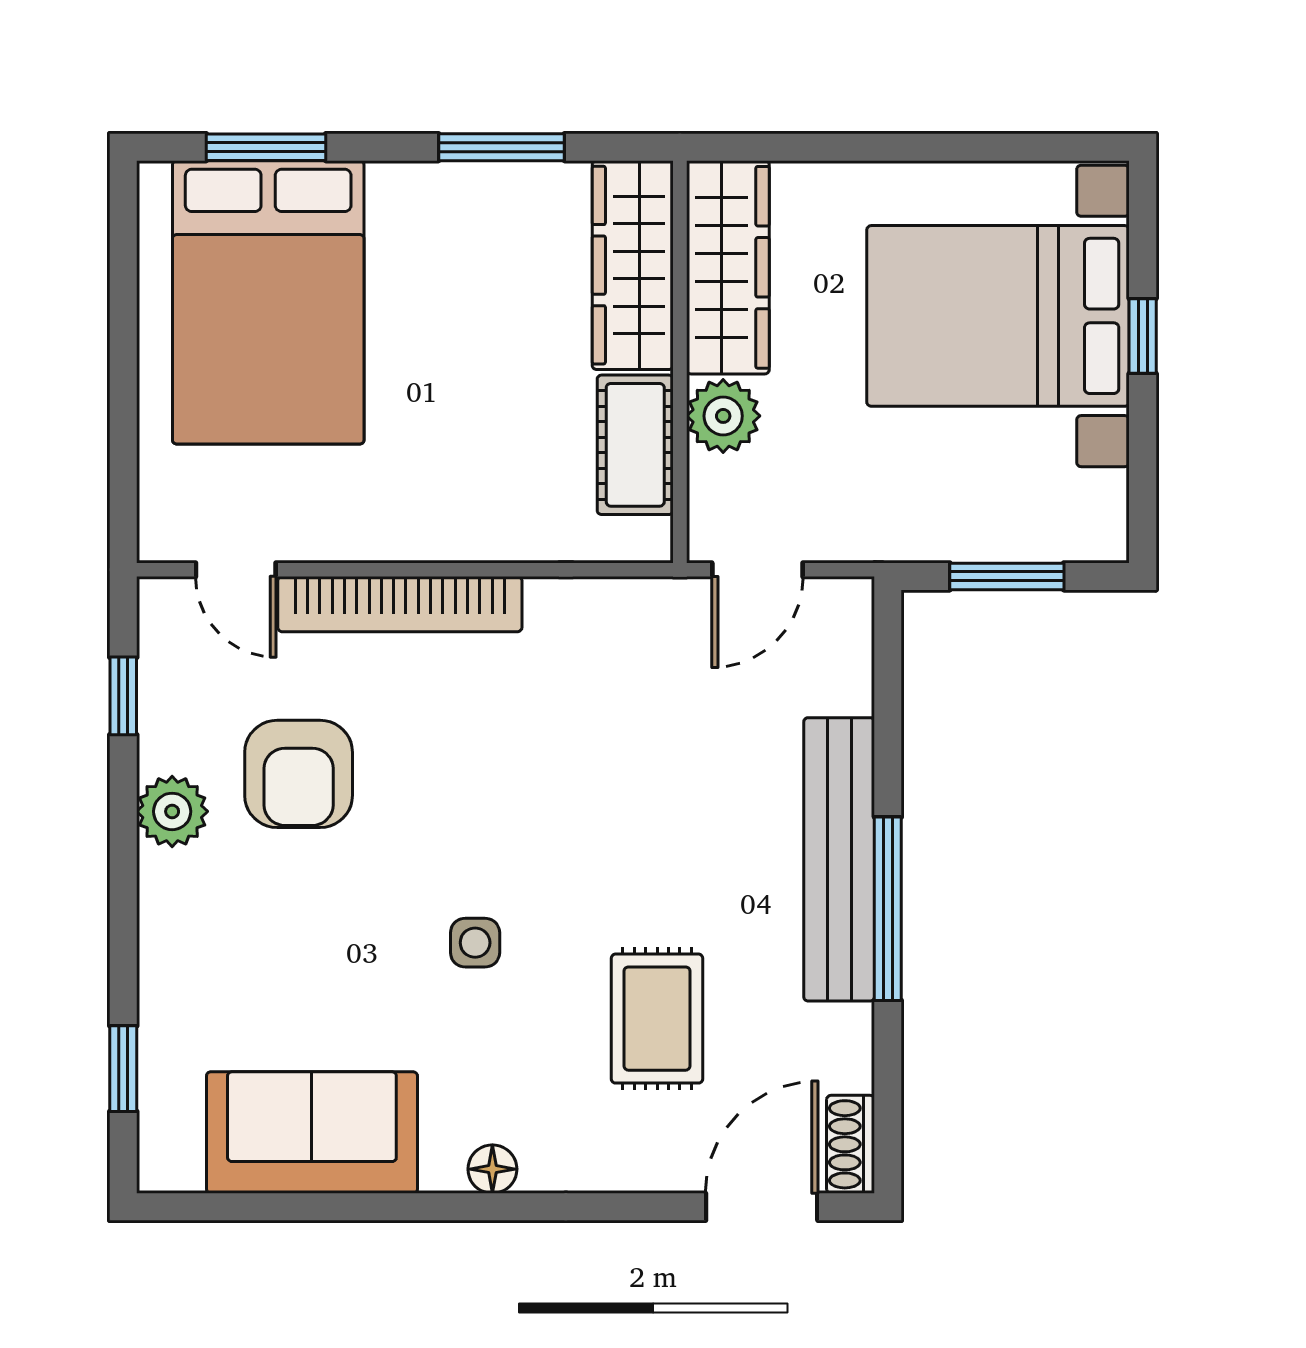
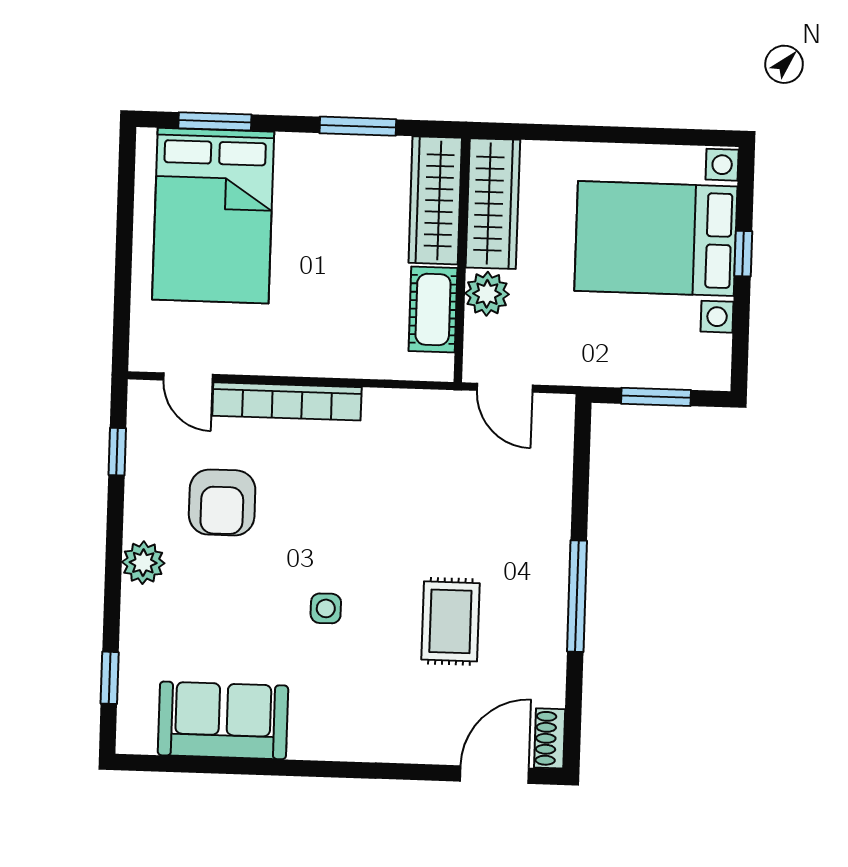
door: (757, 570) -> (505, 388), hinge flipped
plant: (172, 811) -> (143, 563), moved
bench: (839, 859) -> (548, 565), removed
rug: (657, 1019) -> (450, 621), moved
floor lamp: (492, 1169) -> (332, 746), removed

